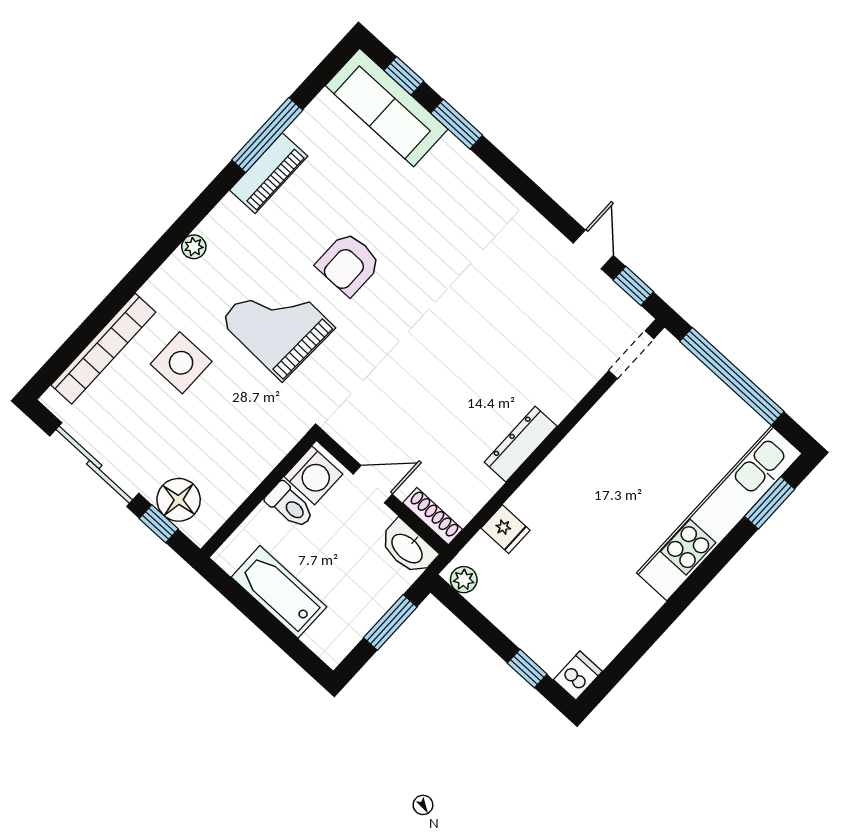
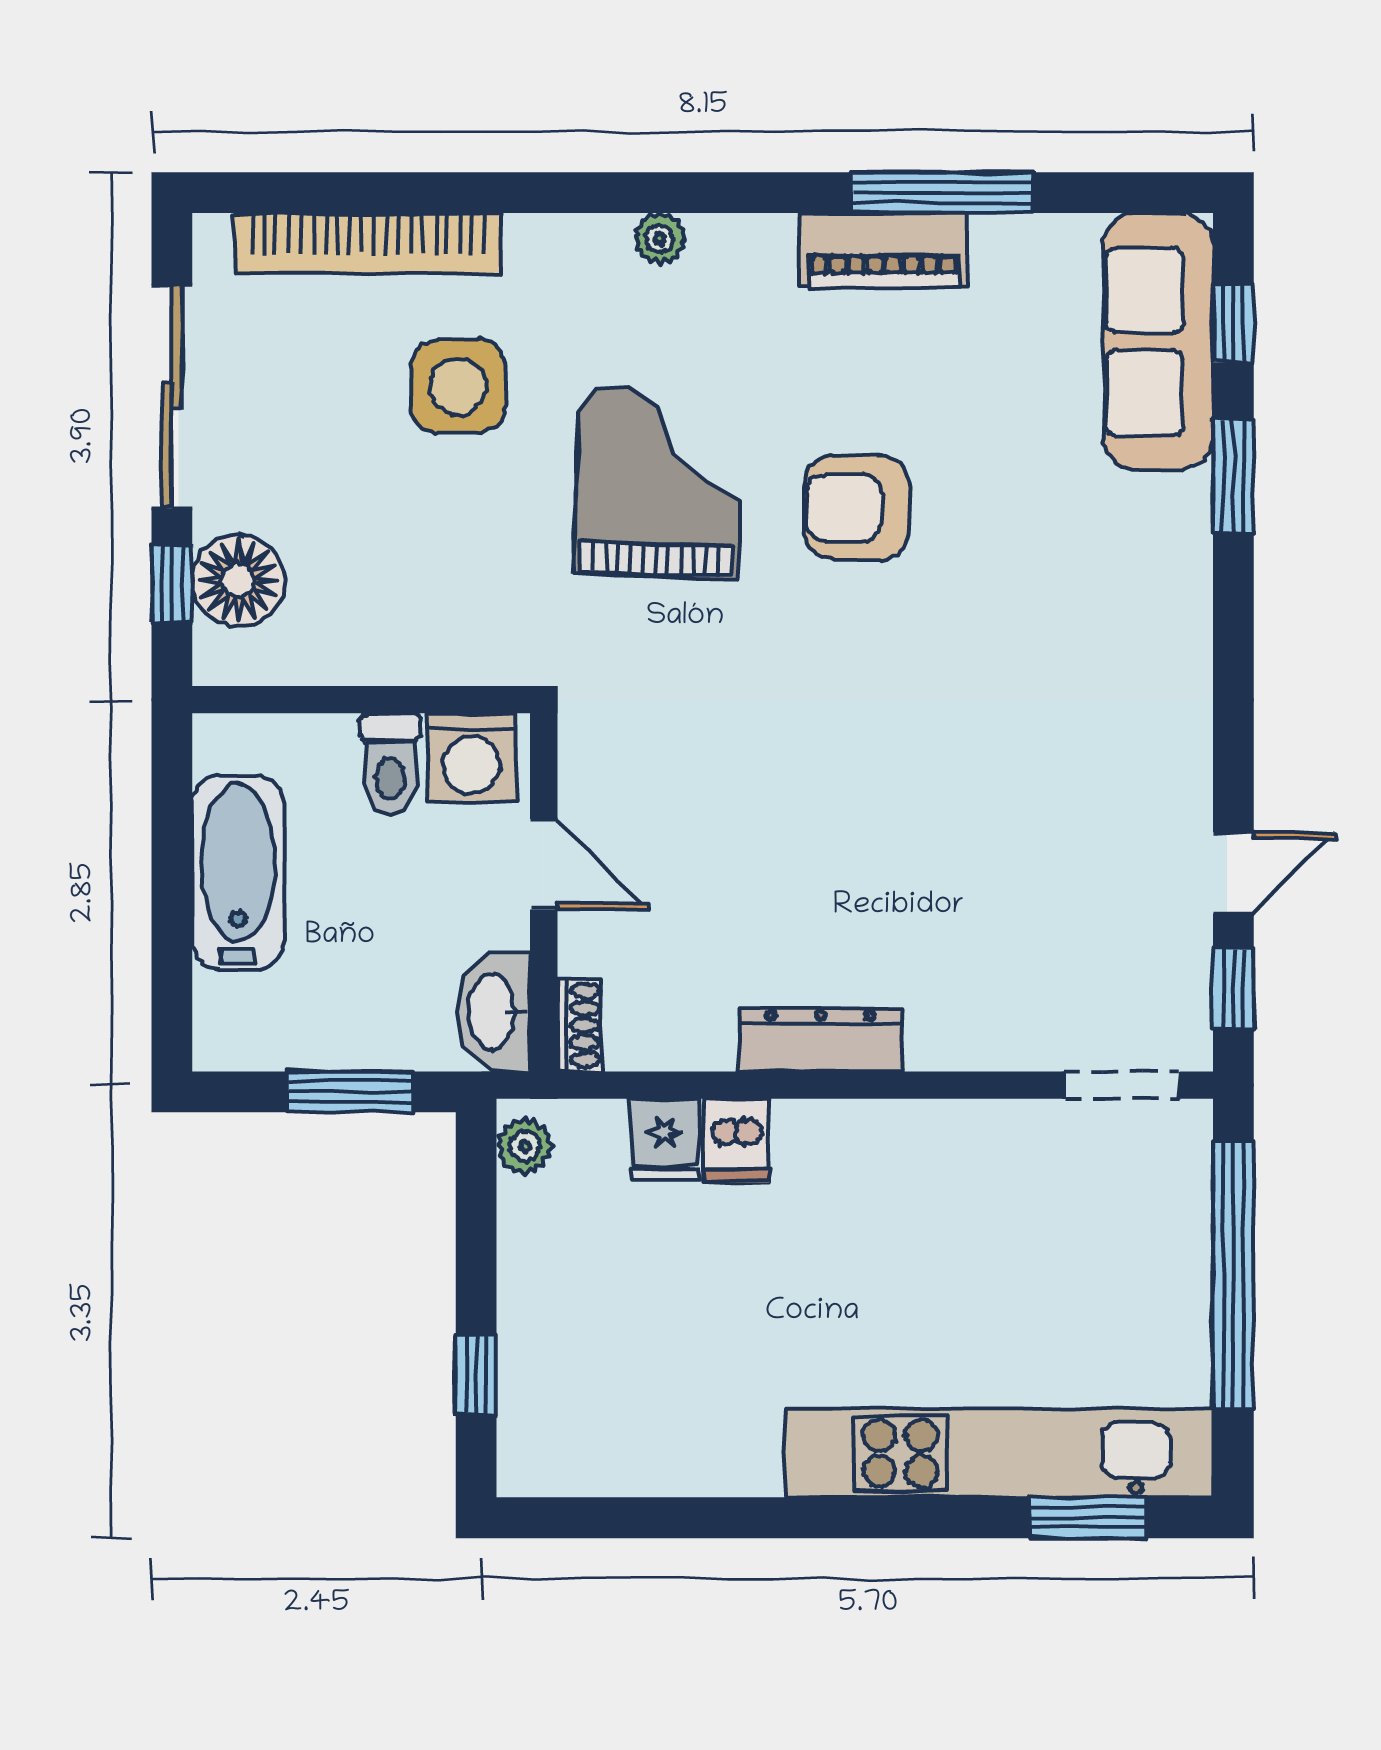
shoe rack: (433, 516) -> (580, 1025), width x0.70
dishwasher: (578, 676) -> (737, 1141), moved, turned 90

